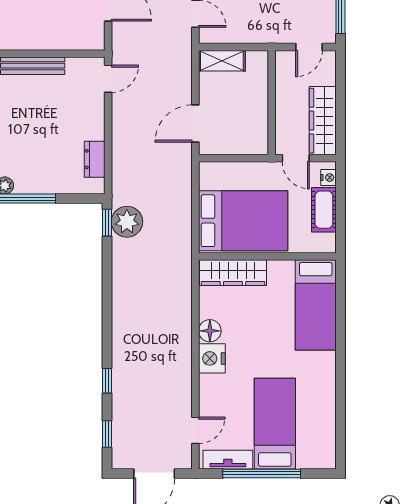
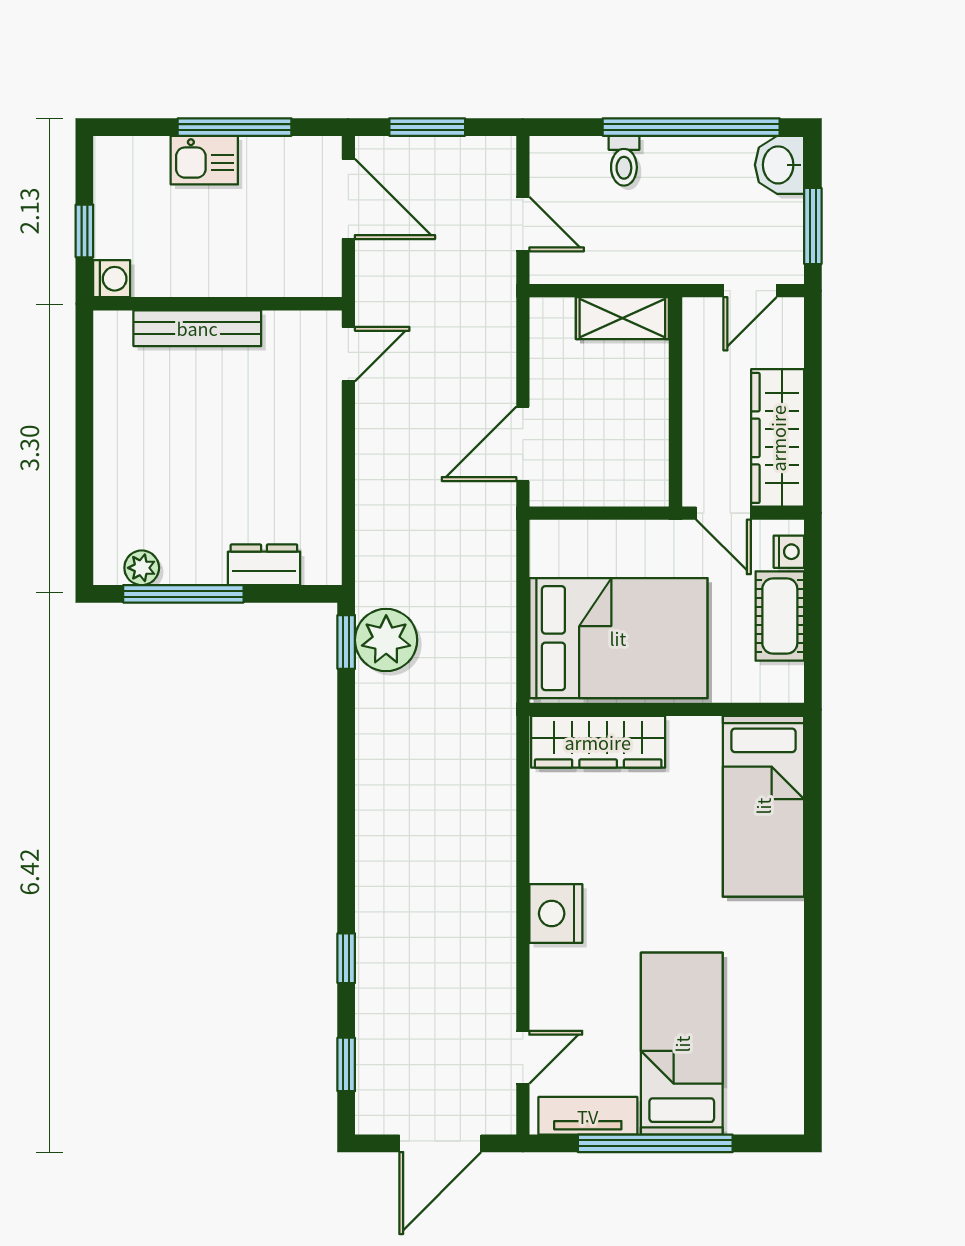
shelving: (222, 61) -> (622, 318), moved
dresser: (95, 159) -> (264, 565), moved, turned 90
floor lamp: (210, 331) -> (552, 858), removed

